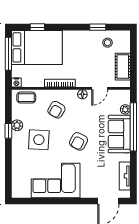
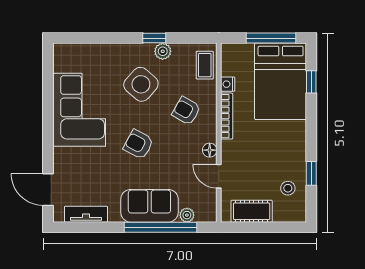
nightstand: (16, 82) -> (228, 84), moved
side table: (39, 140) -> (141, 84), turned 38

